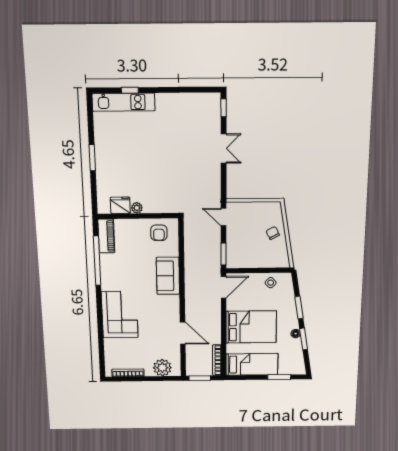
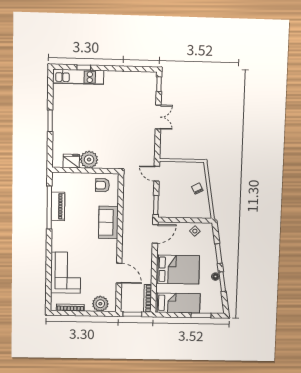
plant: (137, 208) -> (89, 160), width x1.88, depth x1.88
armchair: (159, 233) -> (102, 185), turned 89
piano: (106, 236) -> (58, 206), moved
corner sofa: (120, 315) -> (66, 273), moved

